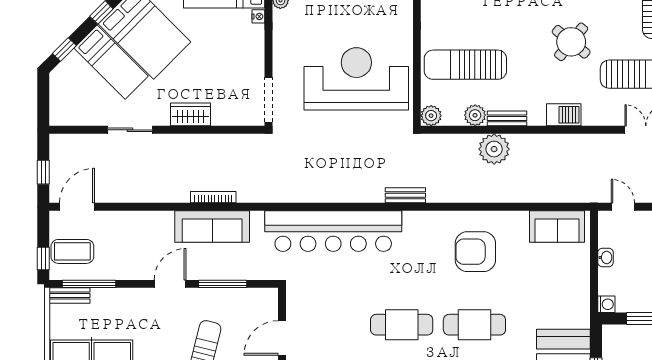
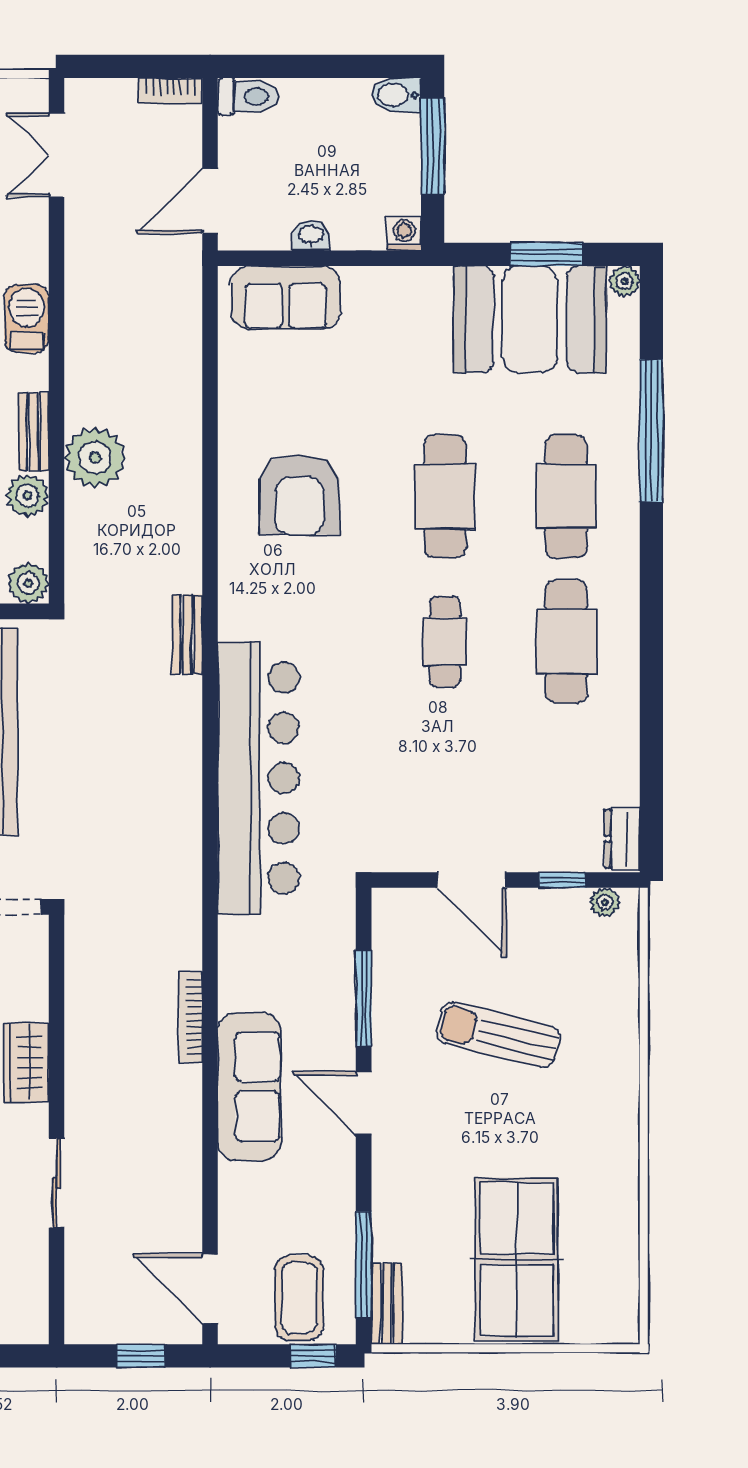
door: (623, 207) -> (210, 201), width x1.38
sofa: (212, 227) -> (249, 1087), moved
sofa: (557, 227) -> (286, 298), moved, turned 90
cafe table: (402, 325) -> (445, 642), width x0.73, depth x0.74

